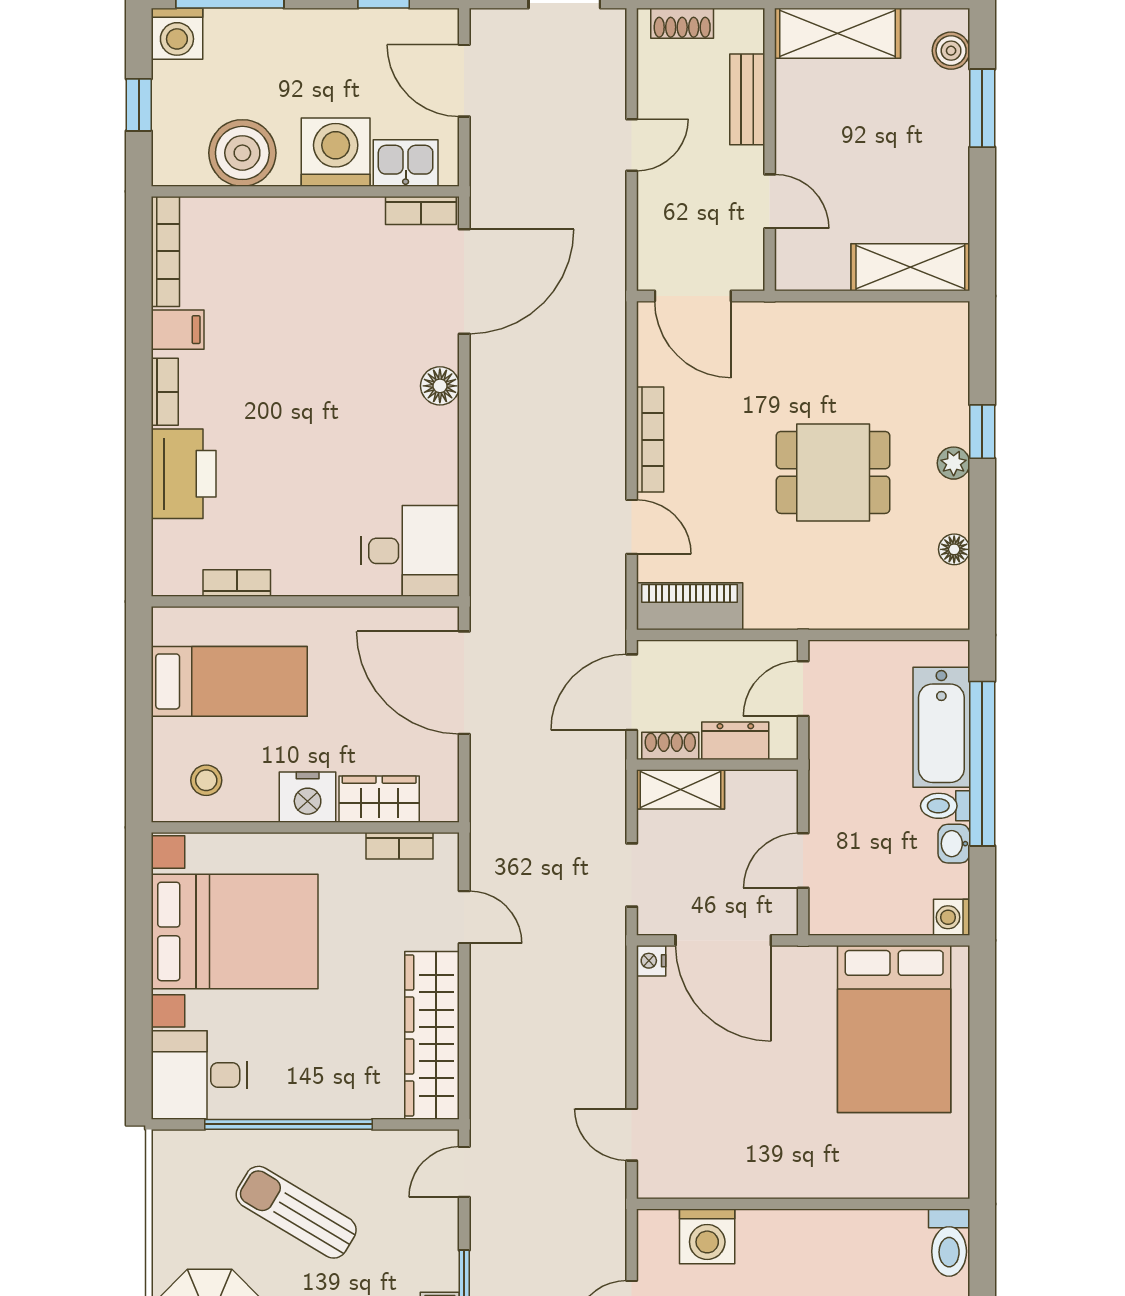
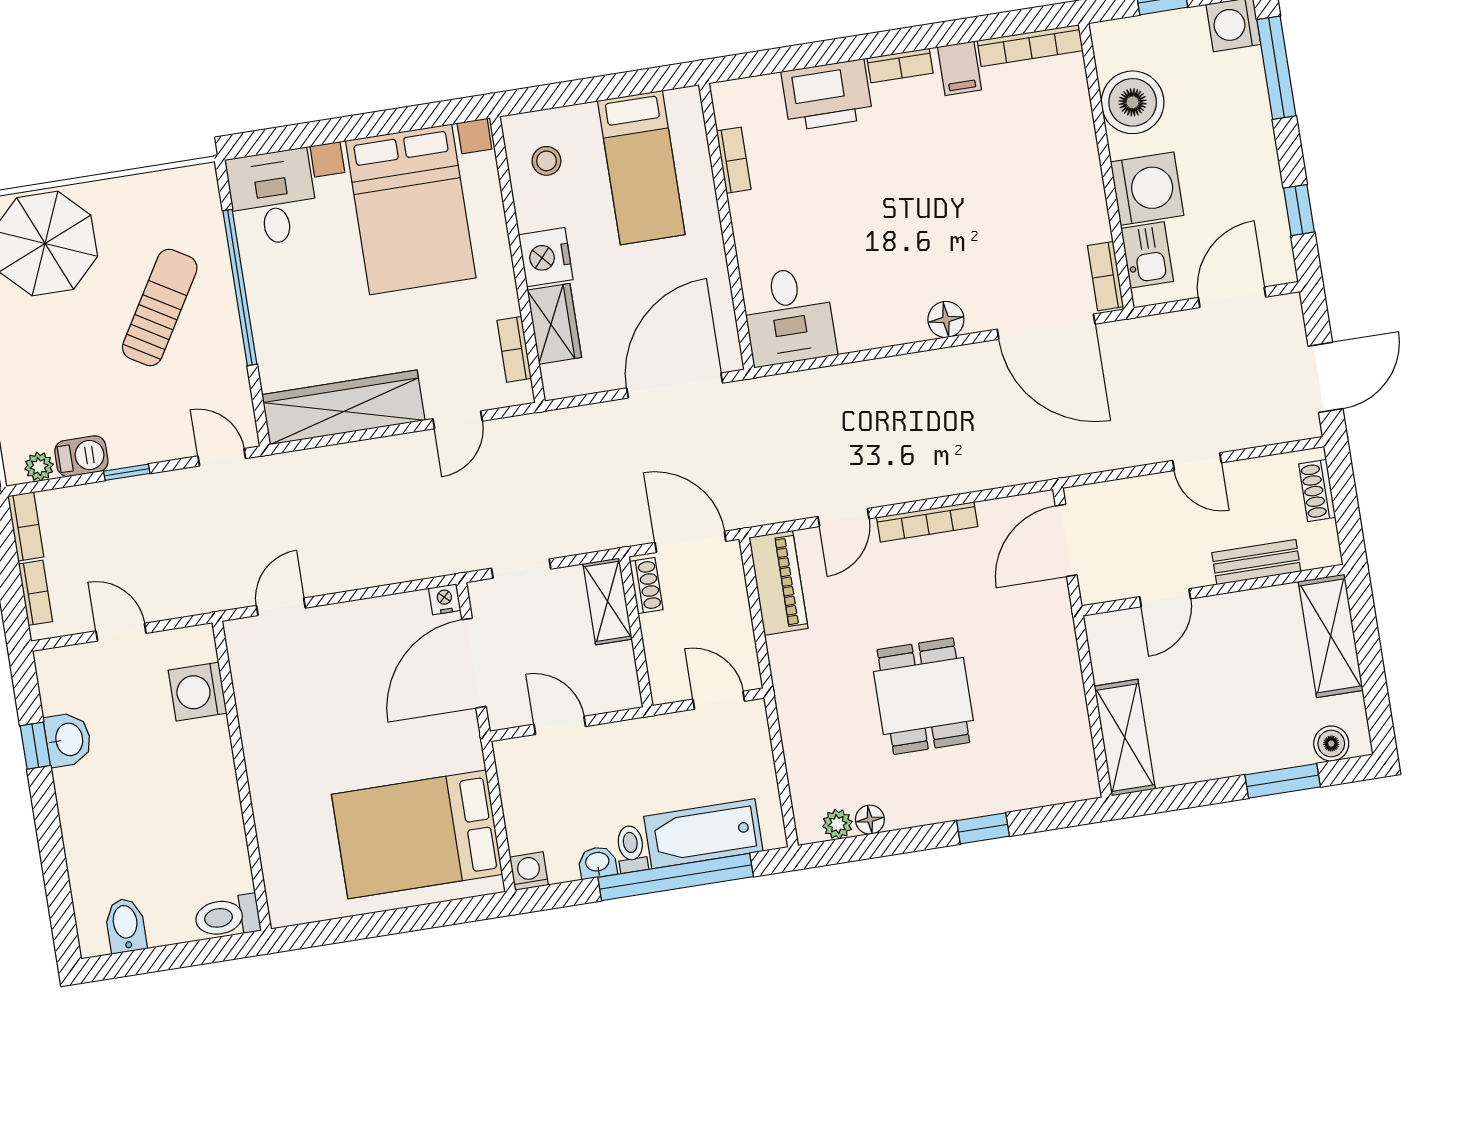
plant: (954, 463) -> (837, 824), moved
dresser: (735, 741) -> (661, 645), removed

